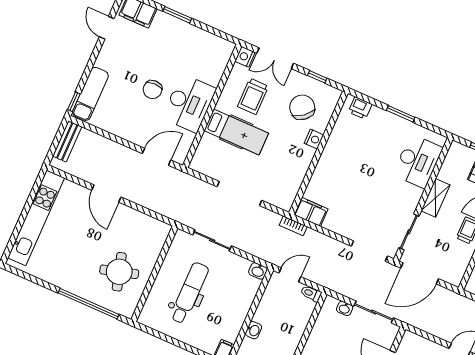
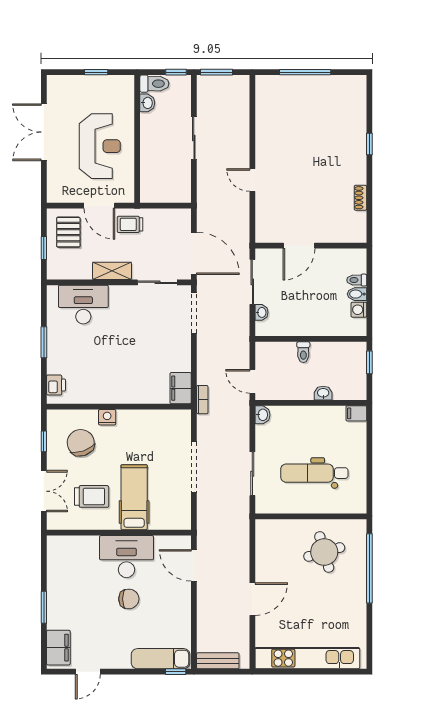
nightstand: (245, 57) -> (56, 522), removed
chair: (302, 107) -> (81, 443), turned 110
toilet: (311, 294) -> (303, 352), moved

